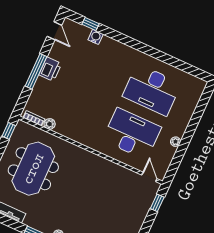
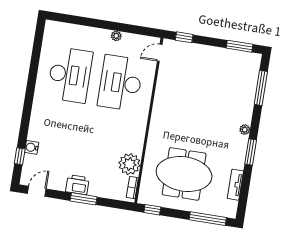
window: (36, 71) -> (84, 199), width x0.69
plant: (50, 124) -> (129, 164), width x1.88, depth x1.88

